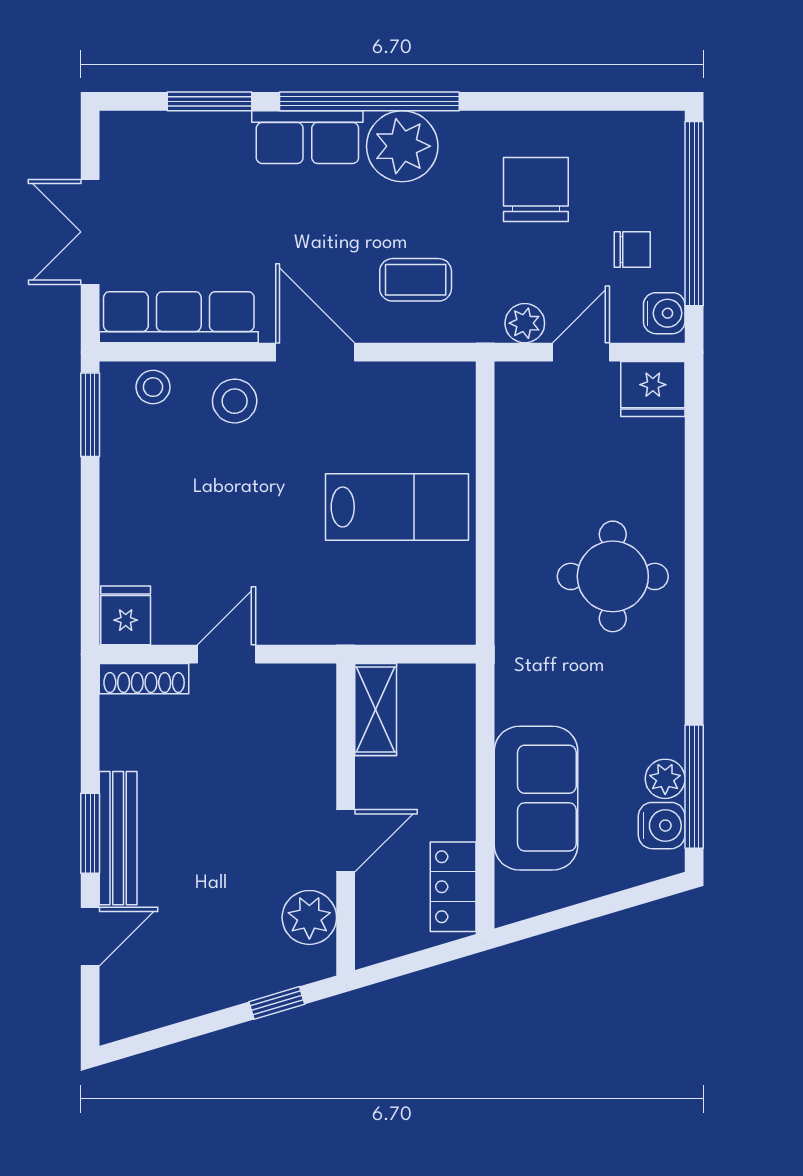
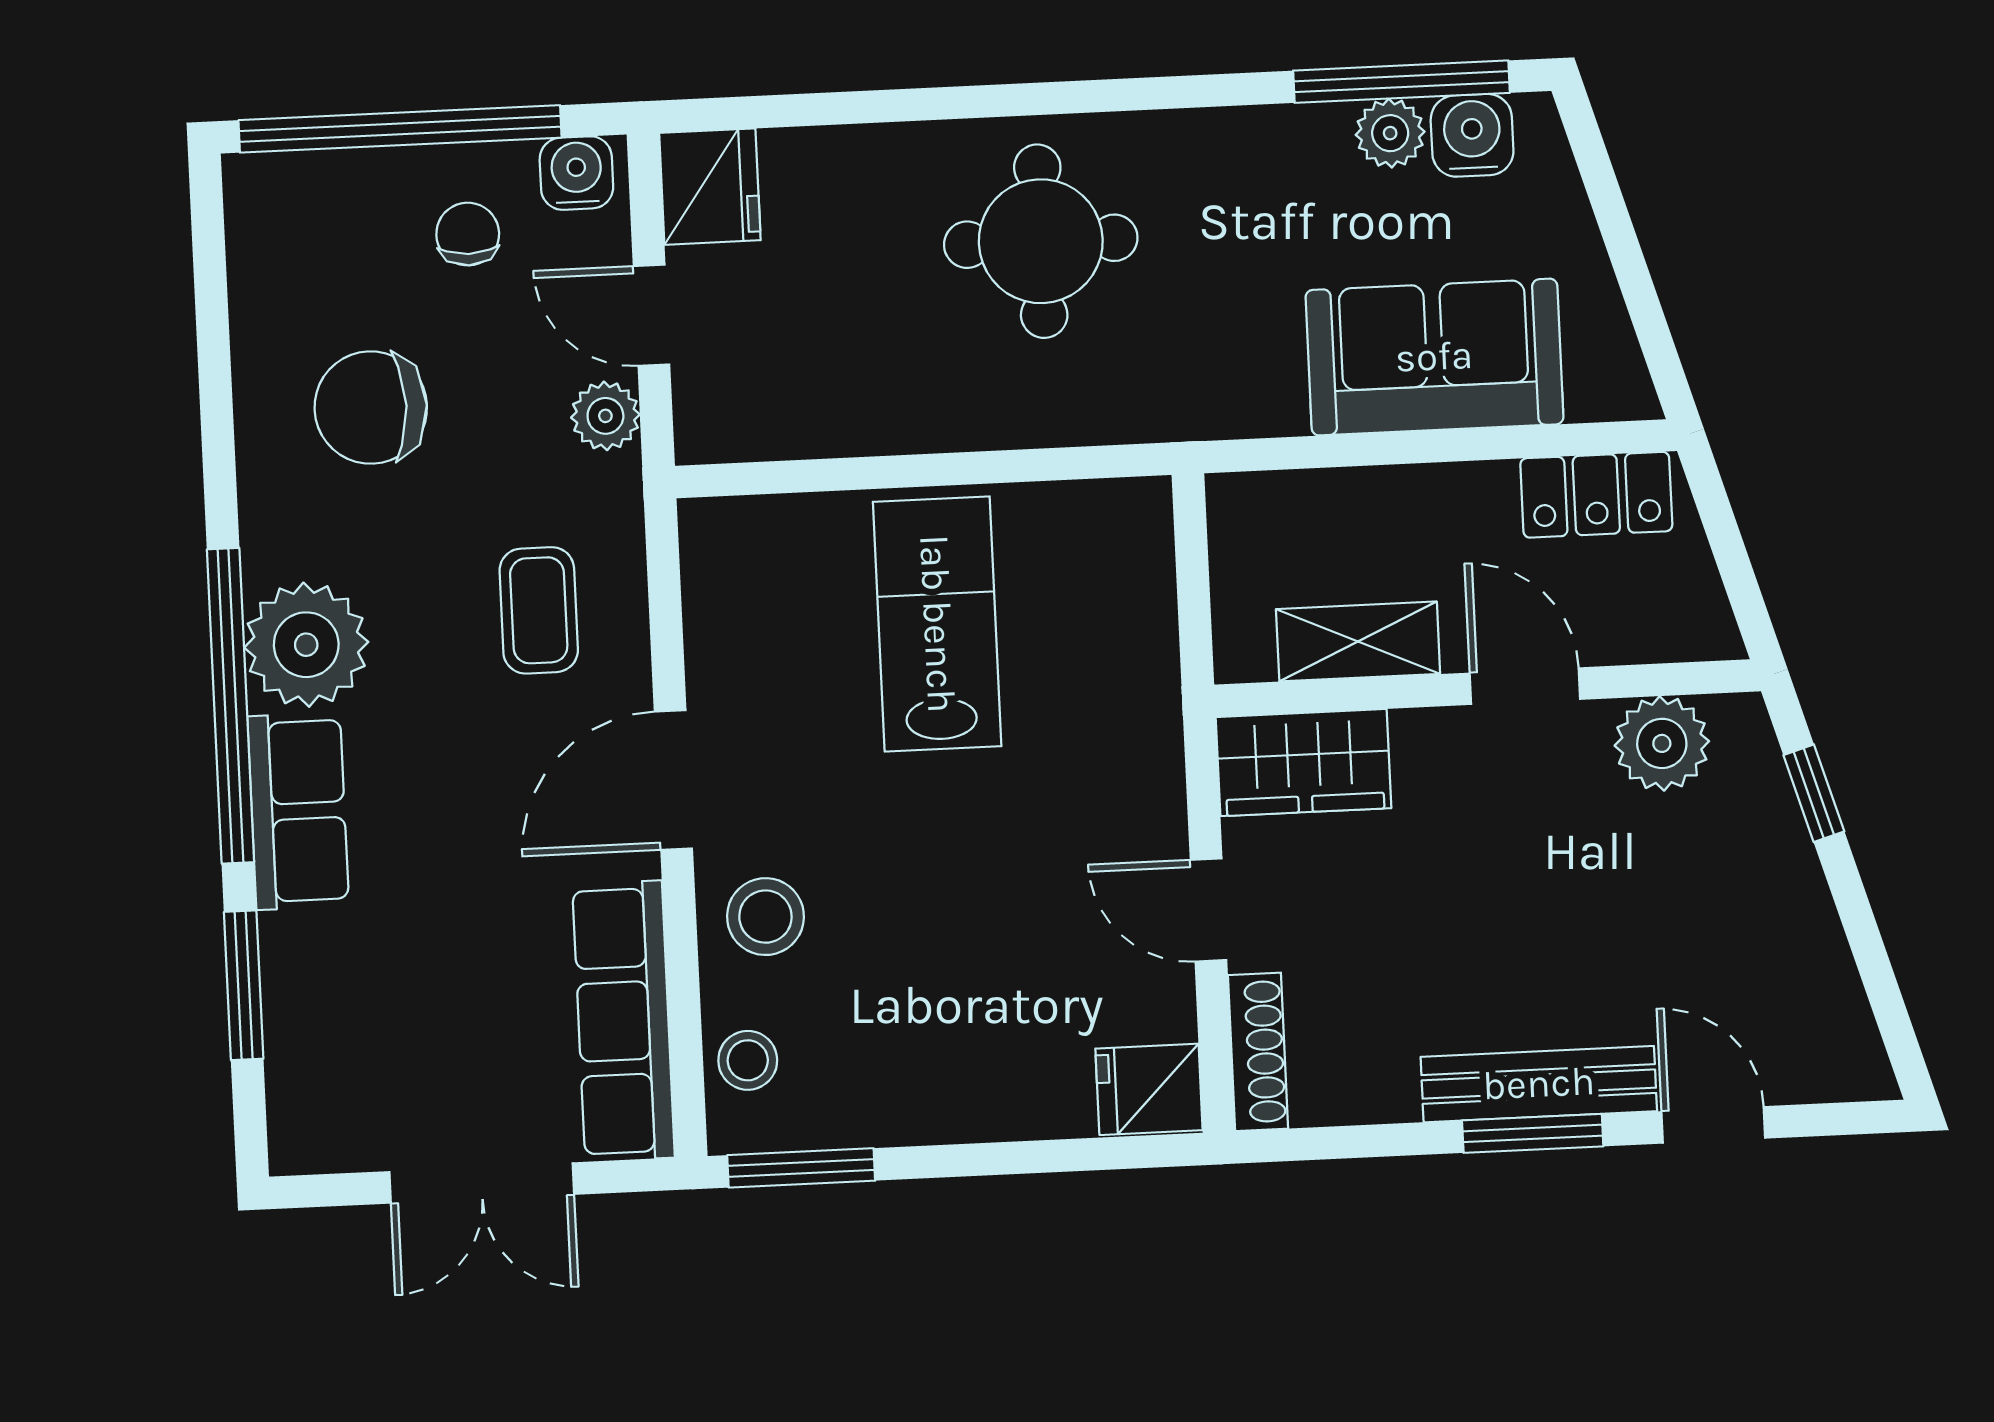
shelving: (376, 710) -> (1358, 641), moved
wardrobe: (308, 712) -> (1303, 763), added

